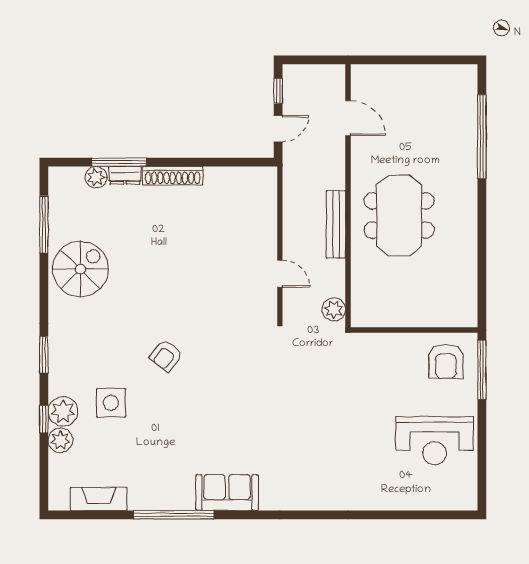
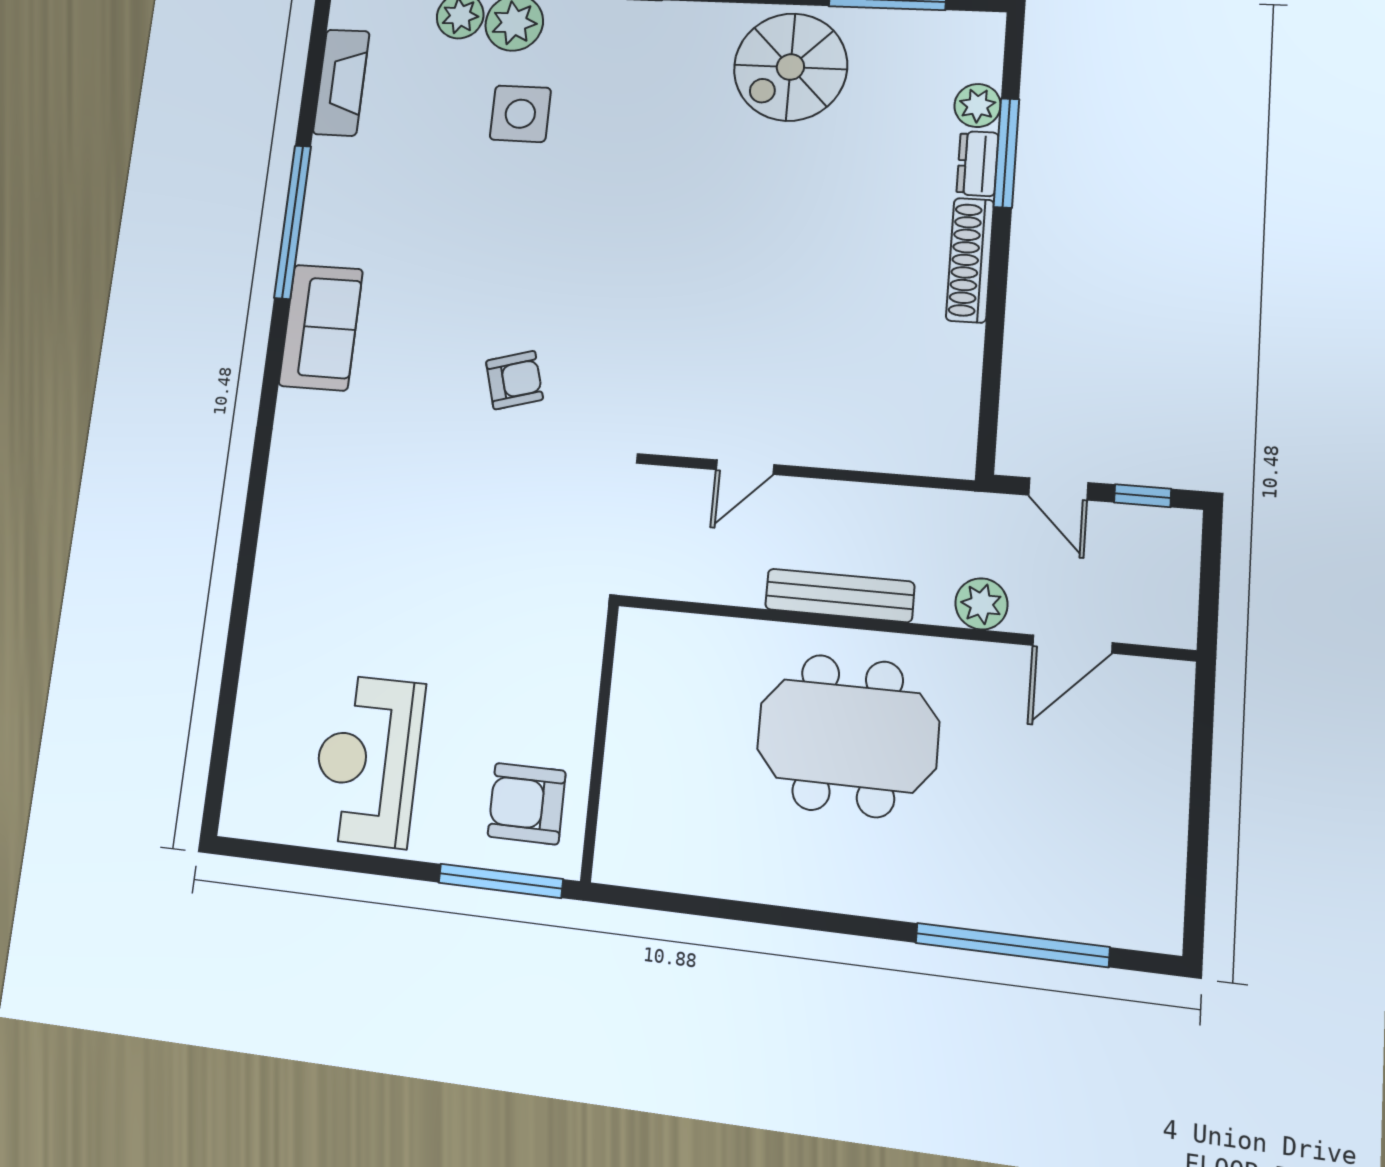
spiral stairs: (80, 269) -> (790, 67), turned 90
plant: (334, 309) -> (981, 604), moved
armchair: (166, 356) -> (514, 380), moved, turned 126

